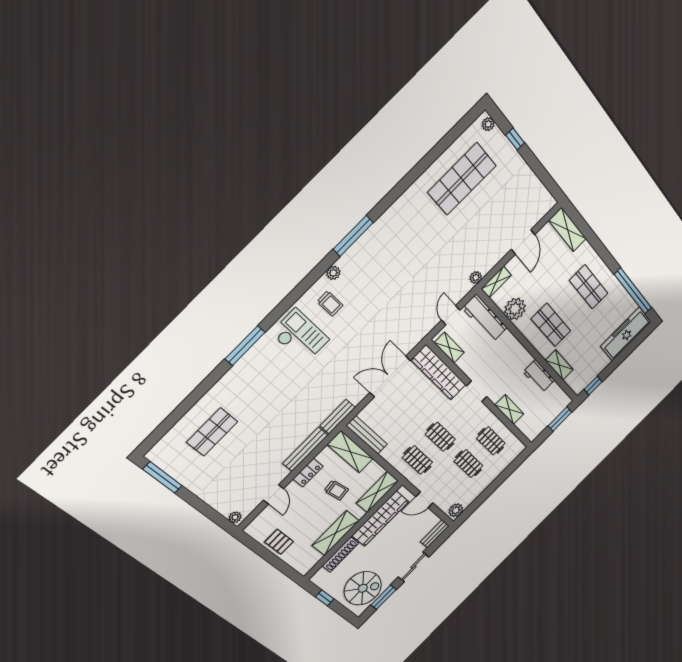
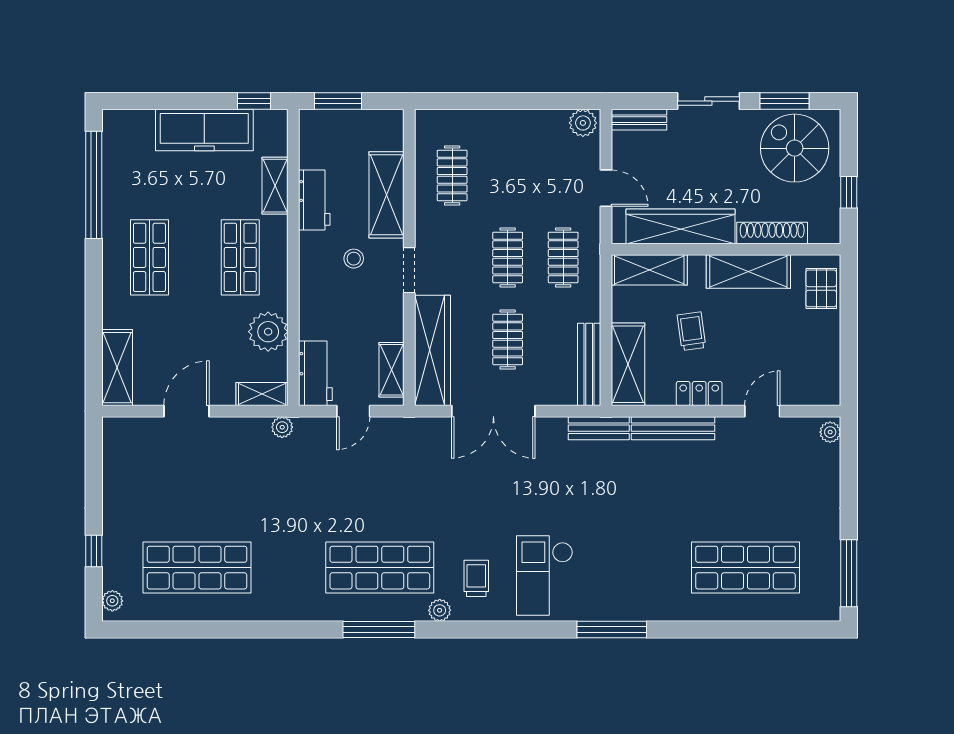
shop shelf: (379, 263) -> (380, 568), added
workbench: (485, 318) -> (315, 373), width x0.73
freezer: (626, 334) -> (204, 130), moved
stool: (504, 372) -> (354, 259), added
shelving: (509, 409) -> (387, 195), width x1.50, depth x1.33
shop shelf: (212, 432) -> (745, 568), width x1.43, depth x1.36
clothes rail: (469, 464) -> (508, 339), moved
pallet: (279, 542) -> (821, 288), moved

